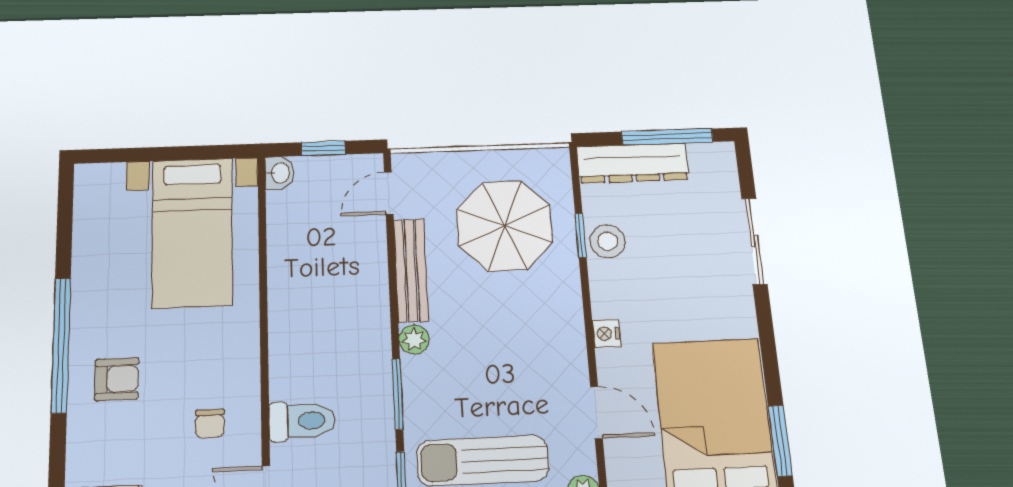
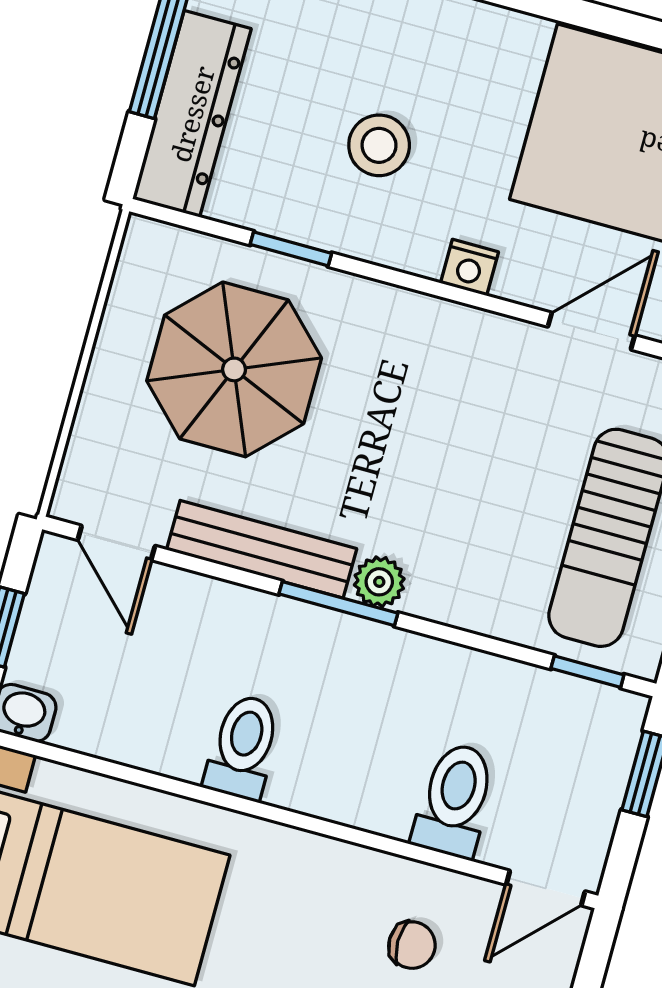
stool: (608, 241) -> (379, 145), moved
toilet: (297, 294) -> (243, 747), added
window: (398, 394) -> (338, 604), moved

